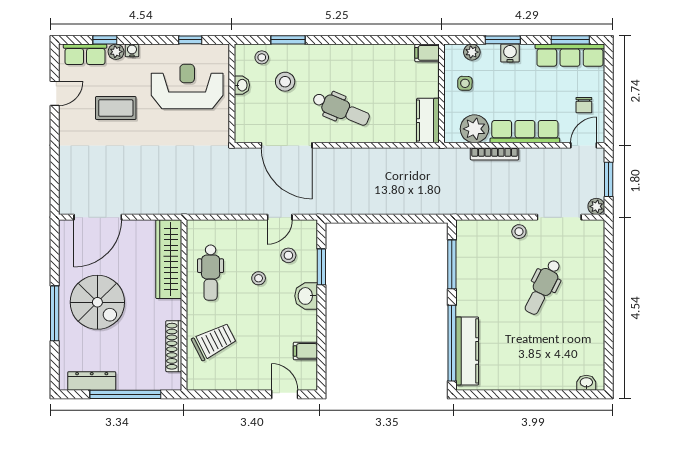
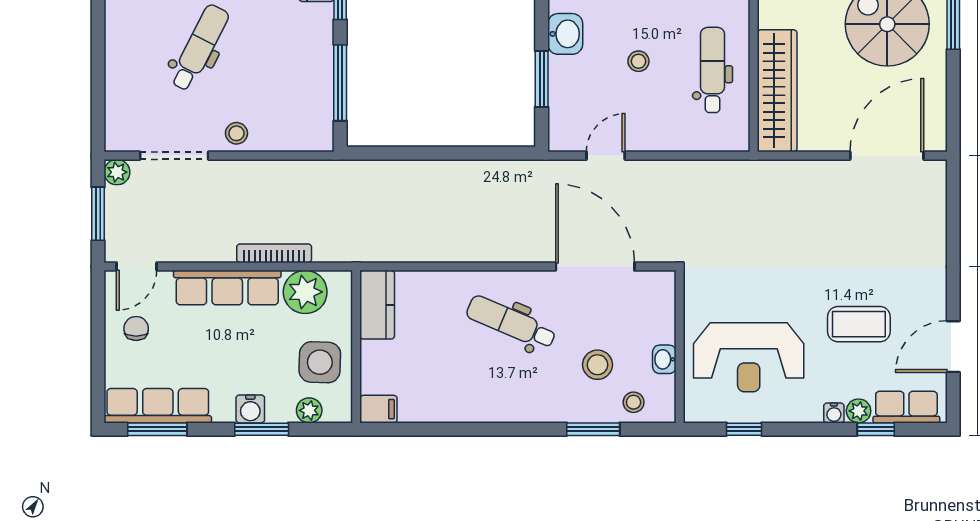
side table: (465, 83) -> (320, 362), width x1.87, depth x1.87
door: (55, 93) -> (953, 347), width x1.38
stool: (288, 255) -> (592, 97), removed

